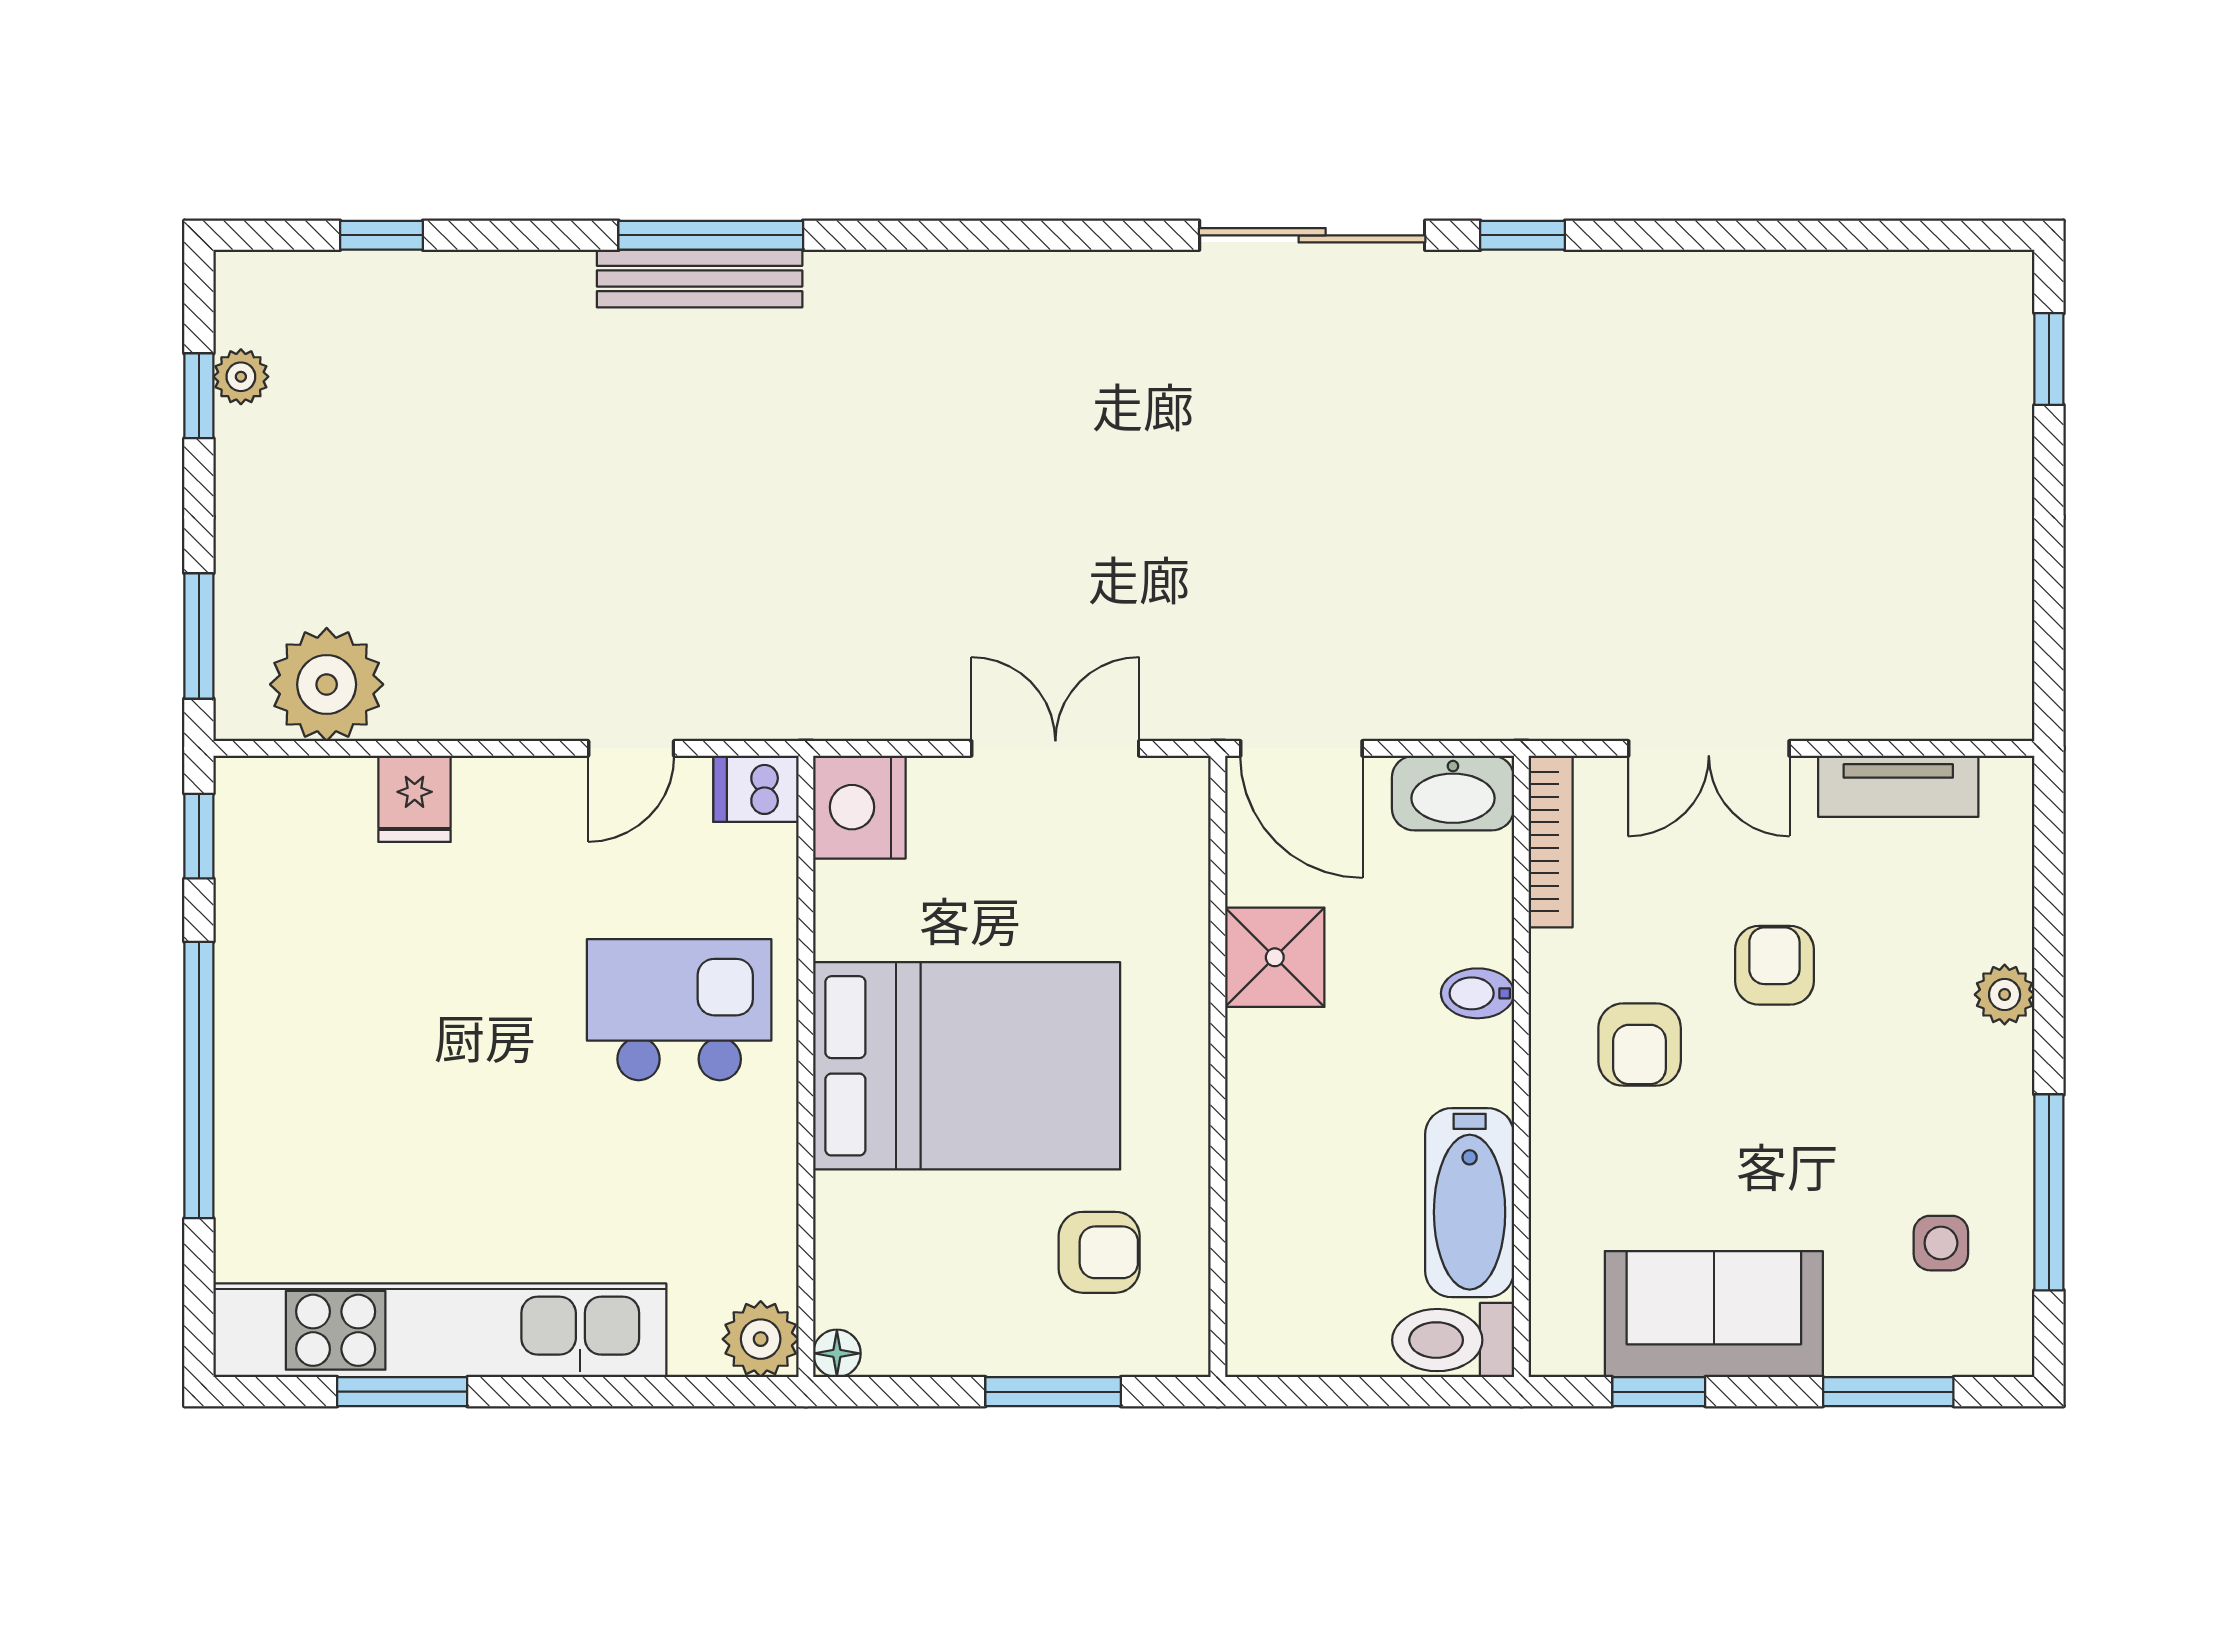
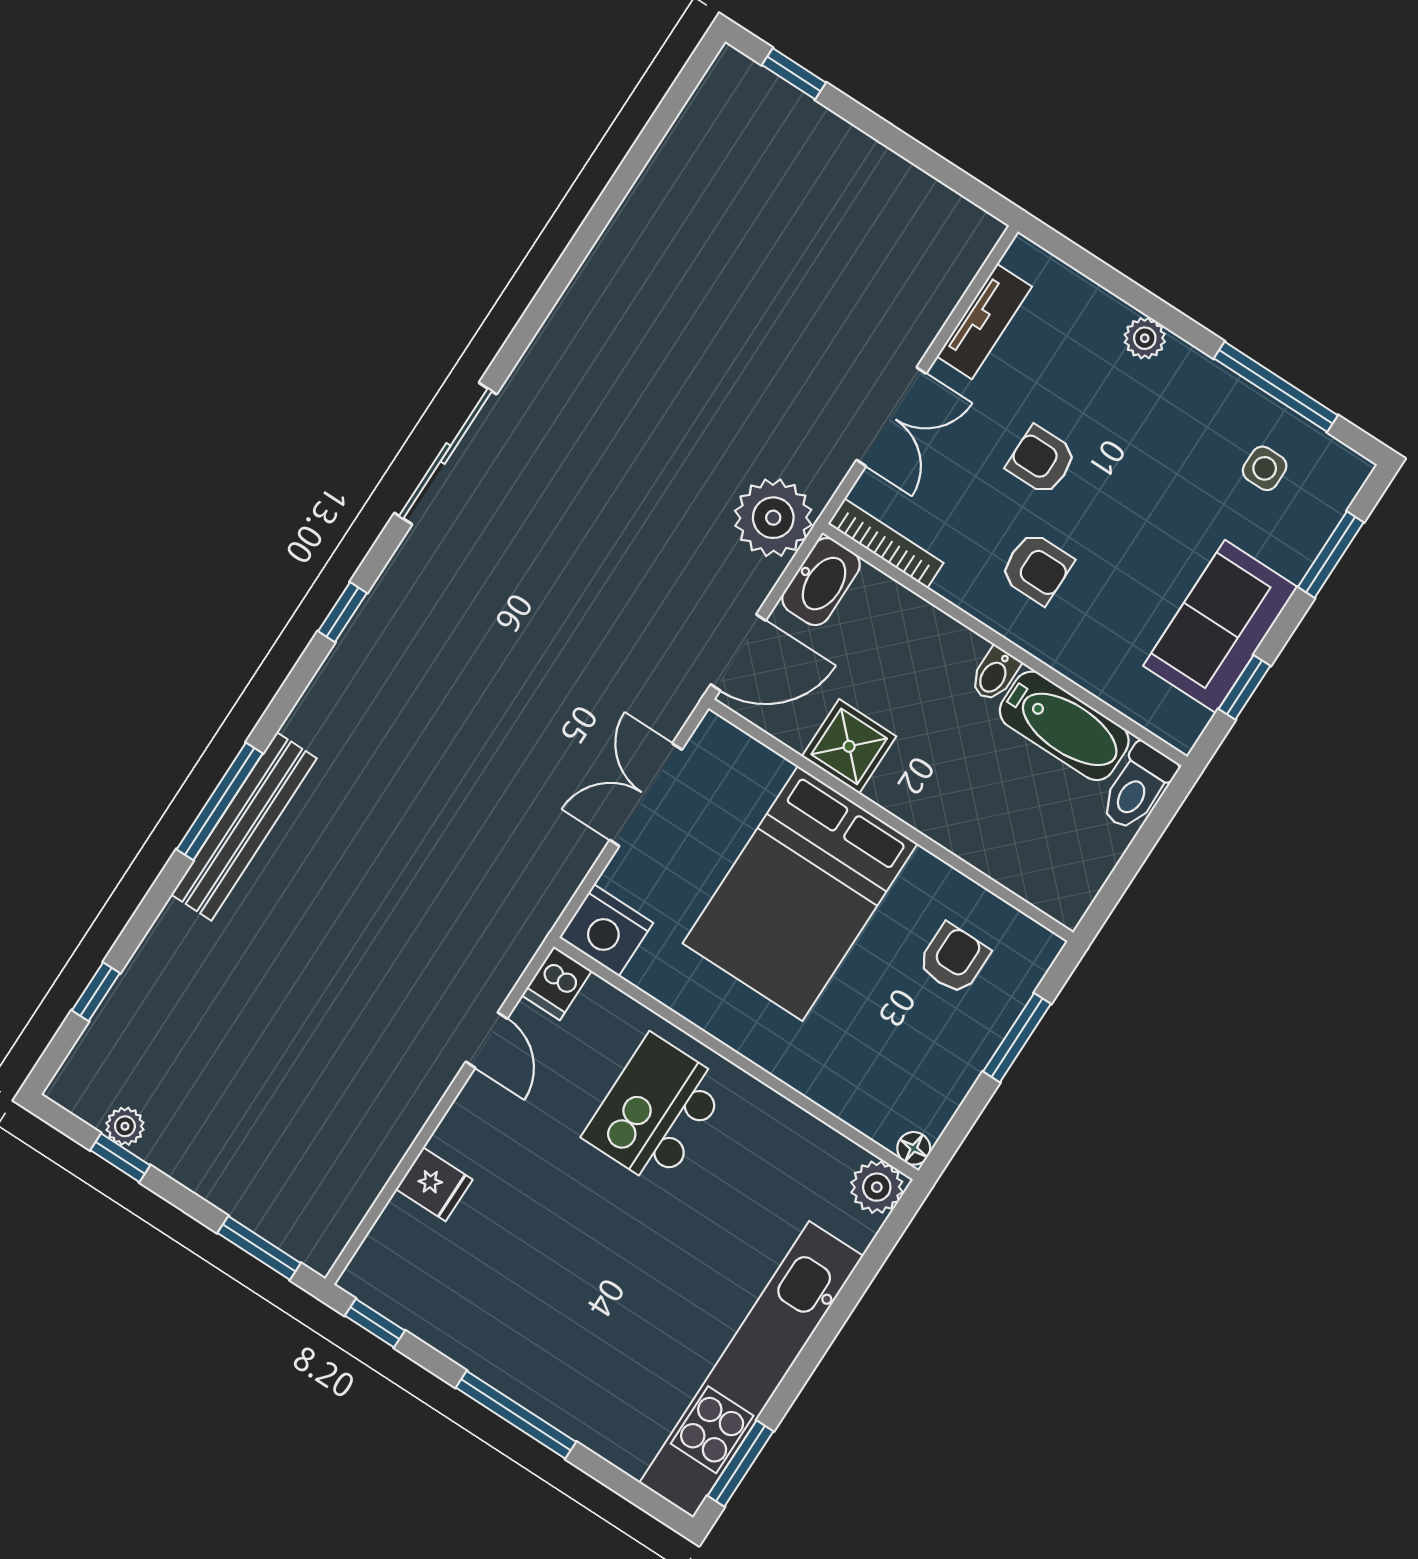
window: (1523, 235) -> (343, 612), moved
bench: (700, 278) -> (244, 826), width x1.37, depth x1.21
plant: (327, 684) -> (773, 518), moved
bidet: (1477, 993) -> (995, 674), moved
bed: (967, 1066) -> (800, 894), moved, turned 180
window: (199, 1080) -> (516, 1415), width x0.68
window: (402, 1392) -> (741, 1463), moved

